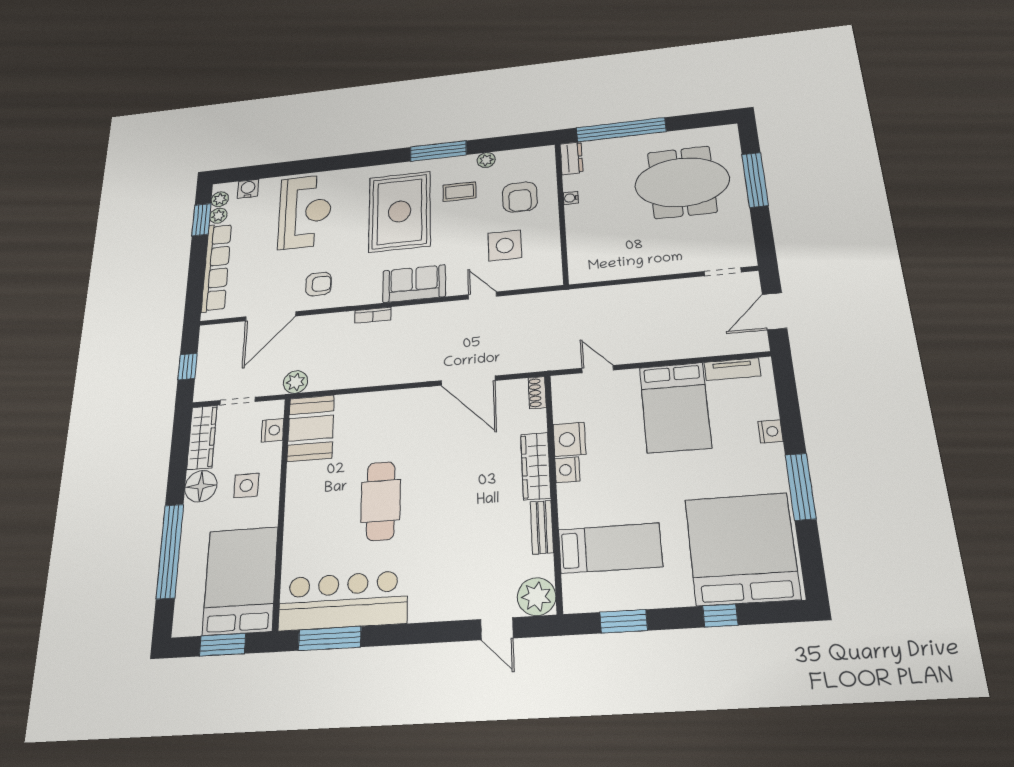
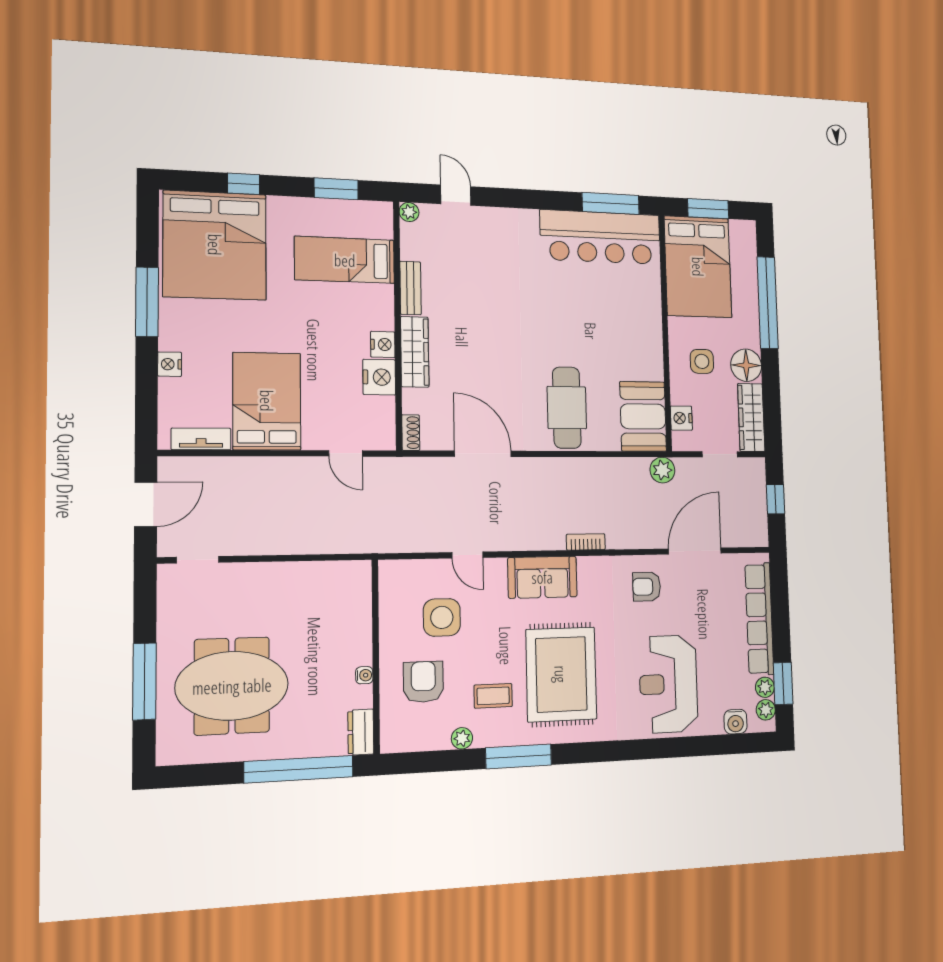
cafe table: (381, 501) -> (567, 408), moved
plant: (537, 597) -> (409, 212), width x0.53, depth x0.53

